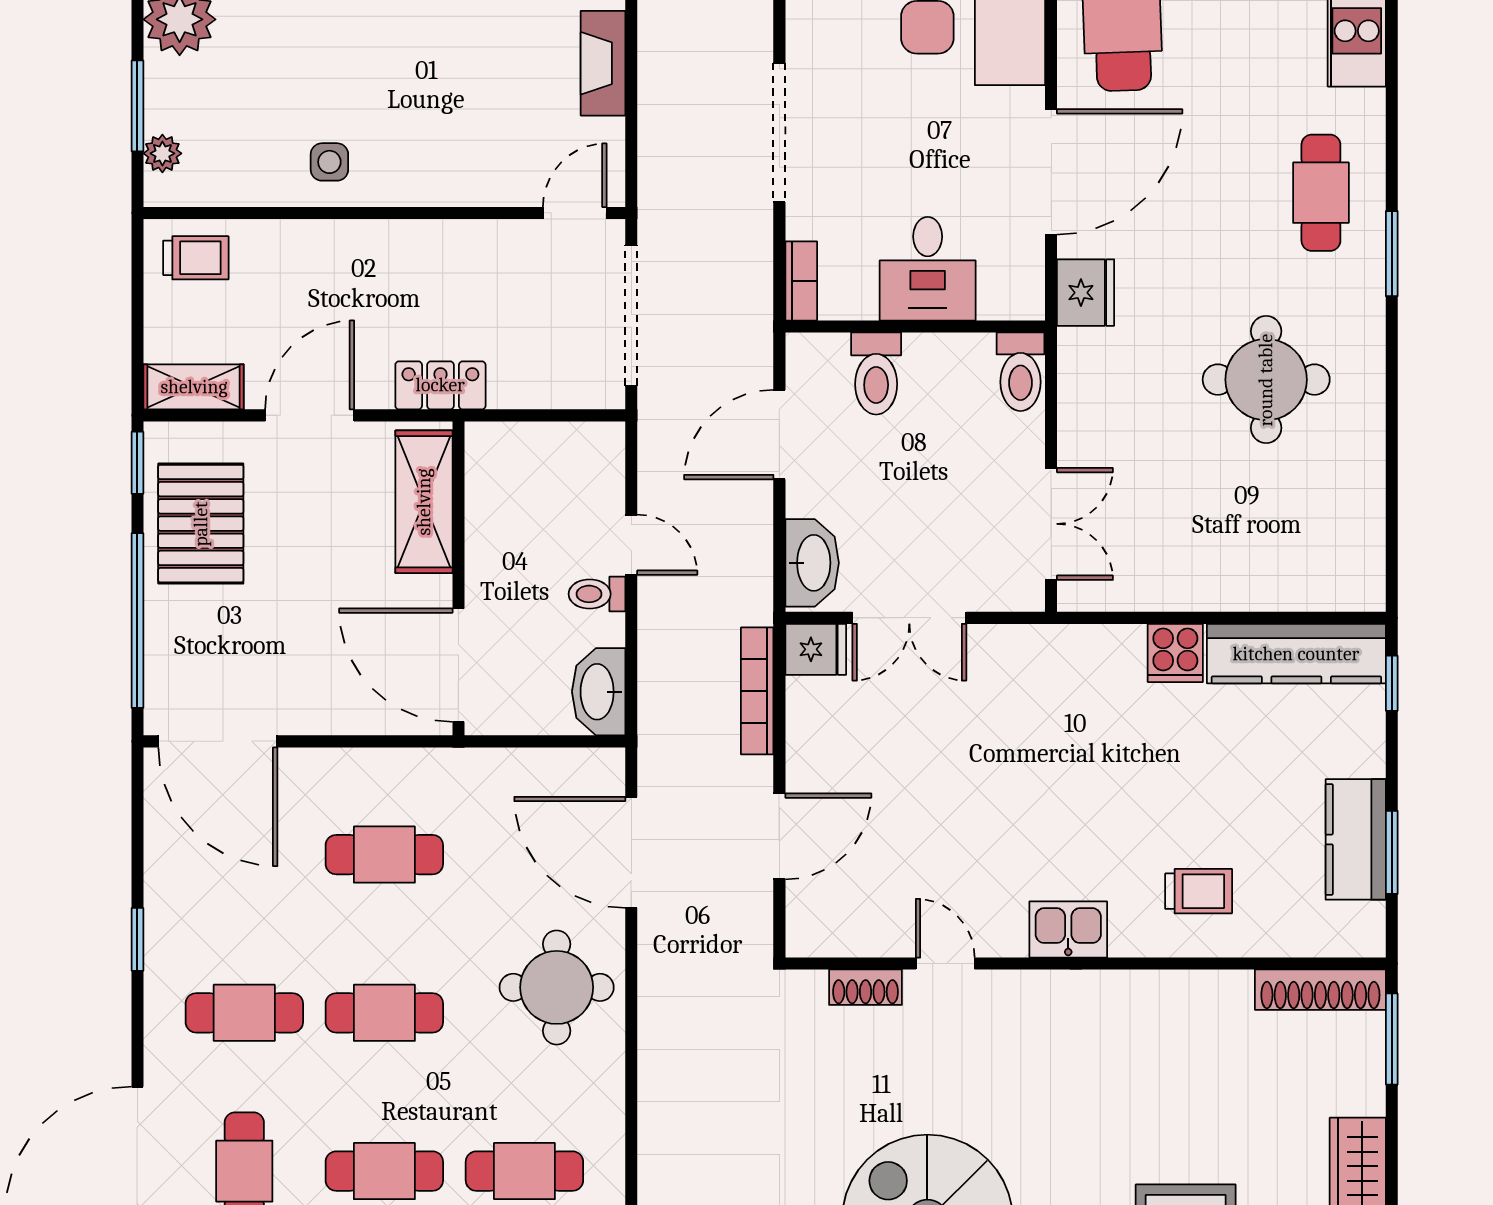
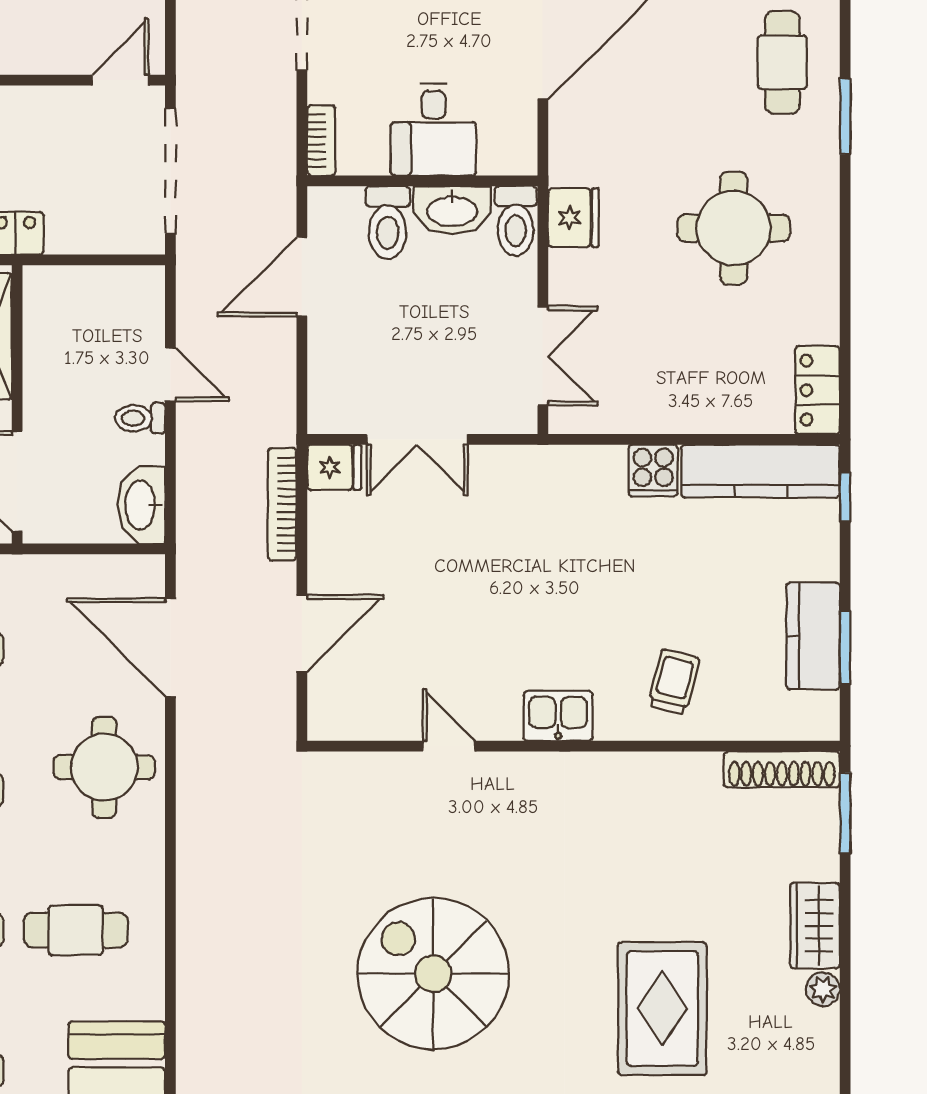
fridge: (1086, 293) -> (573, 218), moved
locker: (1361, 562) -> (818, 390), added
washbasin: (812, 563) -> (452, 210), moved, turned 90
trolley: (1199, 891) -> (674, 682), turned -76
shoe rack: (866, 987) -> (378, 767), removed

